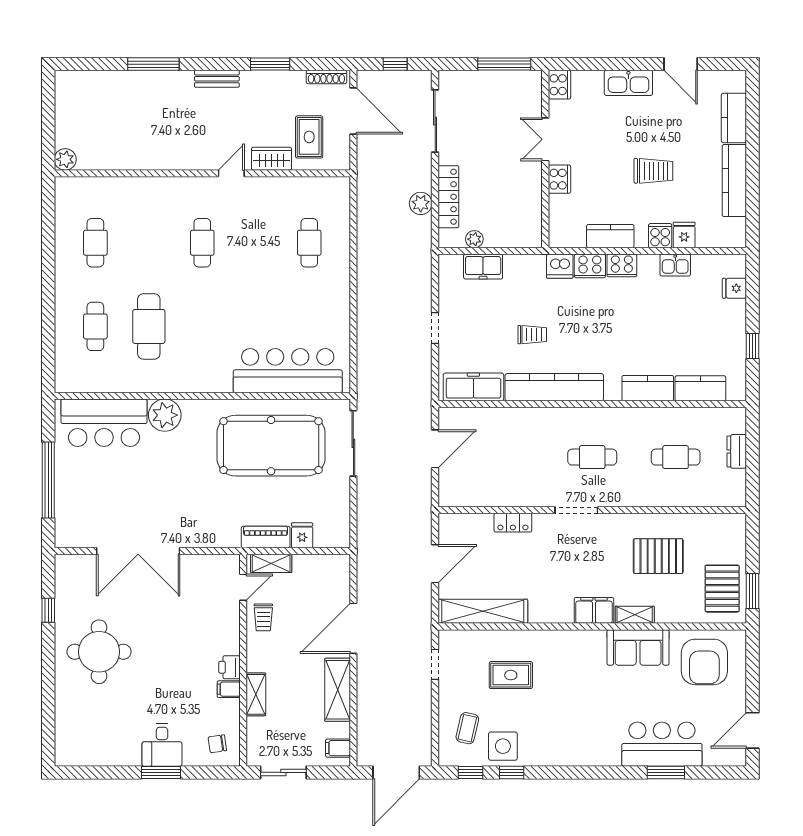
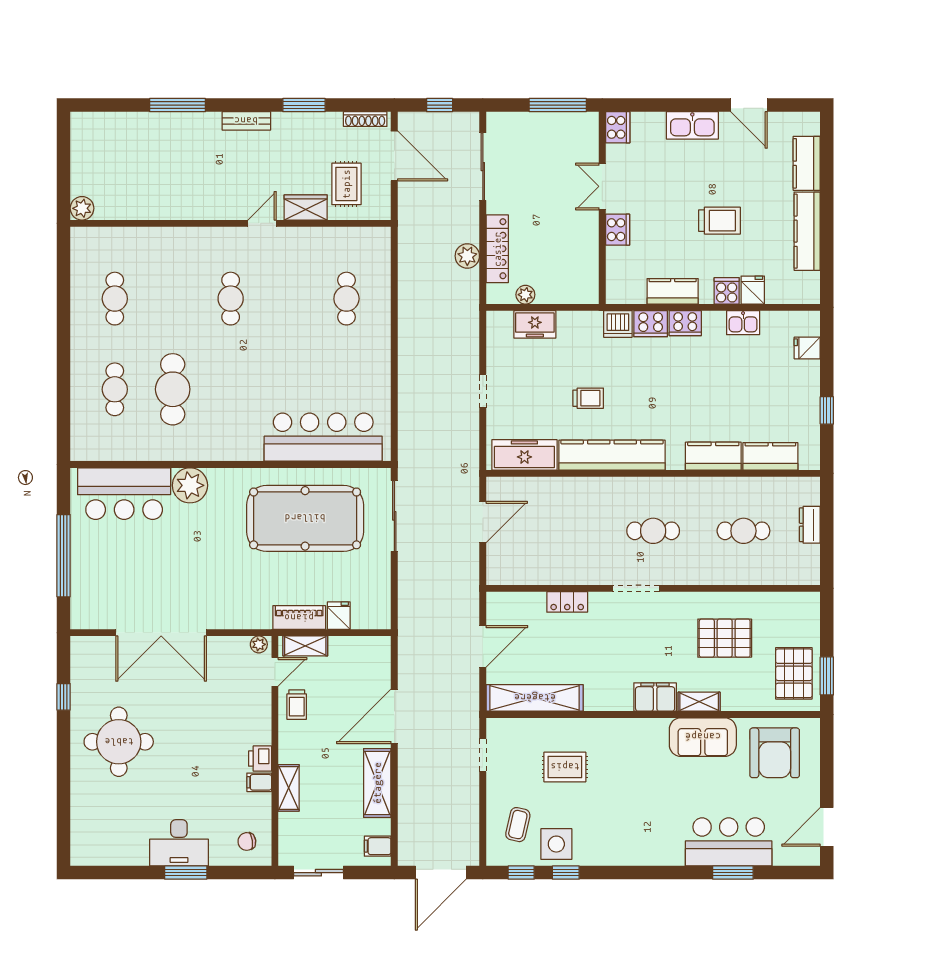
plant: (228, 562) -> (259, 644), added
desk: (162, 745) -> (179, 843), width x1.37

